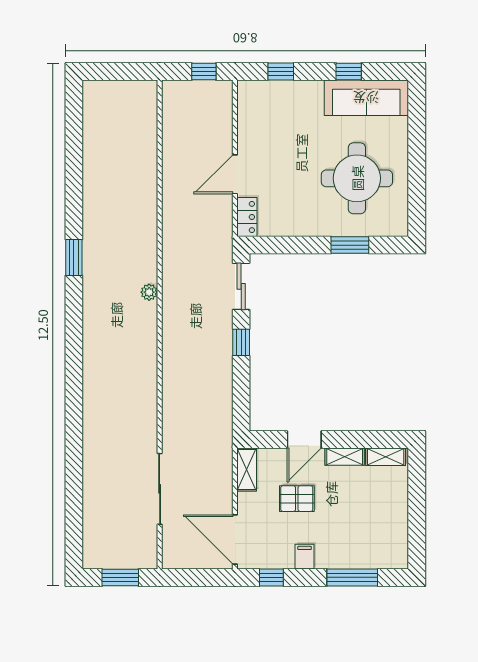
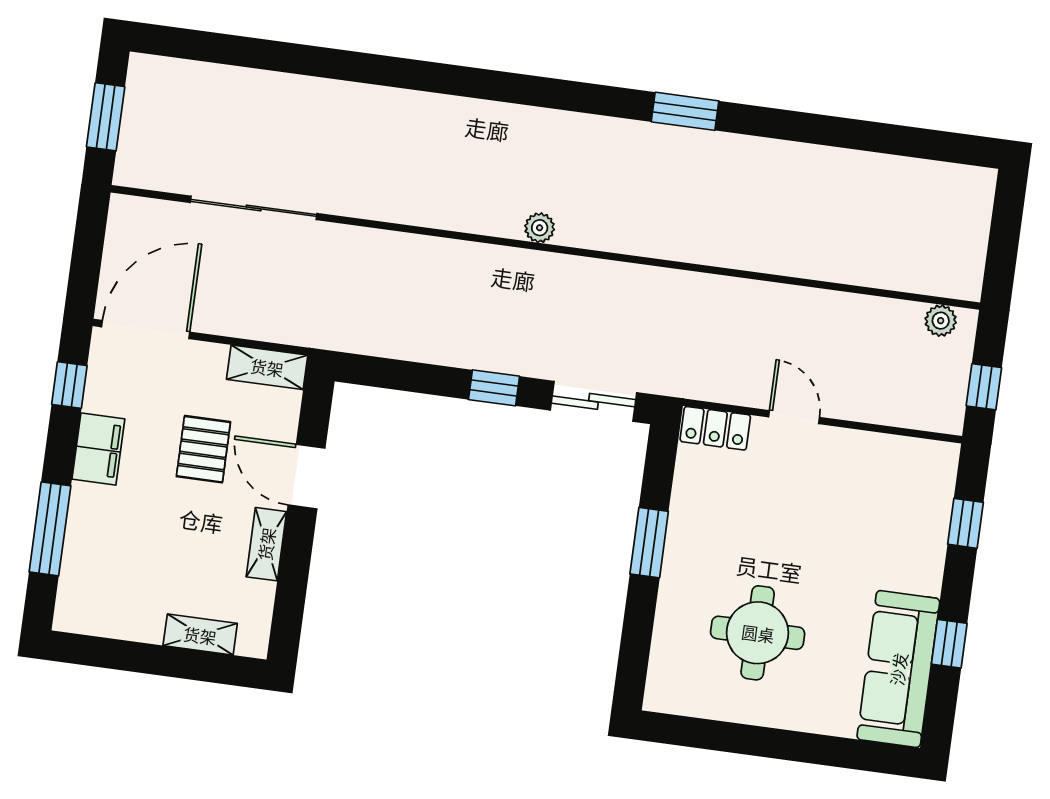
plant: (171, 100) -> (941, 321), added
door: (235, 174) -> (794, 417), width x0.73
round table: (357, 178) -> (758, 633), width x0.73, depth x0.73
window: (350, 245) -> (649, 543), moved
plant: (149, 292) -> (540, 228), moved
shelving: (386, 457) -> (200, 635), moved, turned 90
filing cabinet: (305, 557) -> (98, 449), width x2.00

